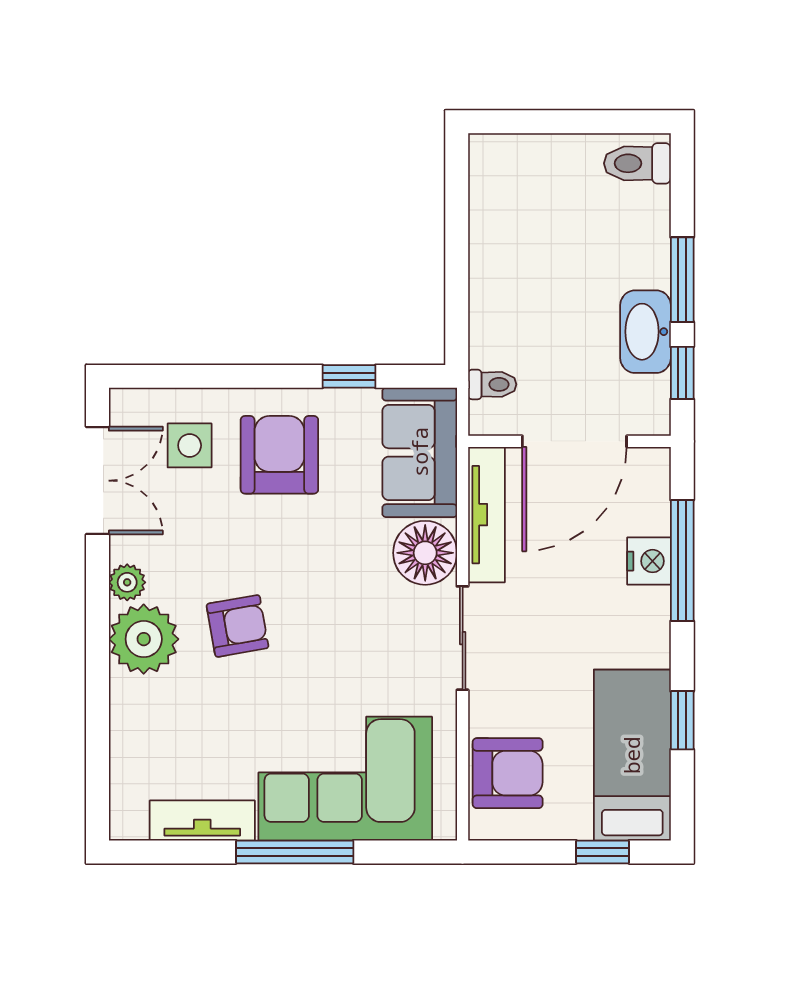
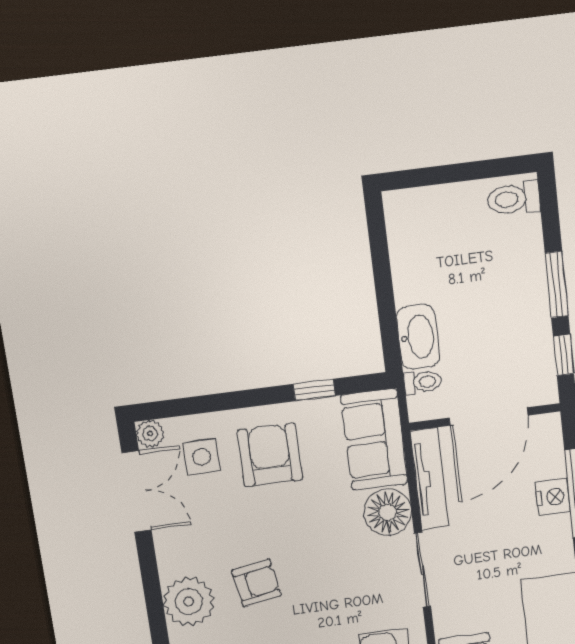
washbasin: (646, 332) -> (418, 337), moved, turned 180
plant: (127, 582) -> (150, 434), moved

